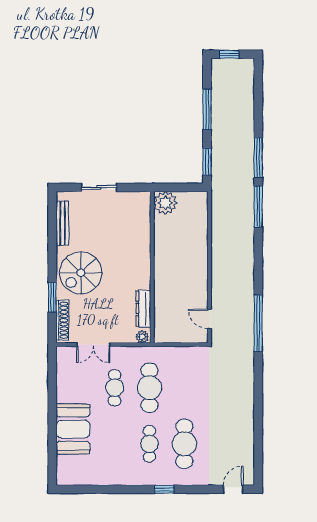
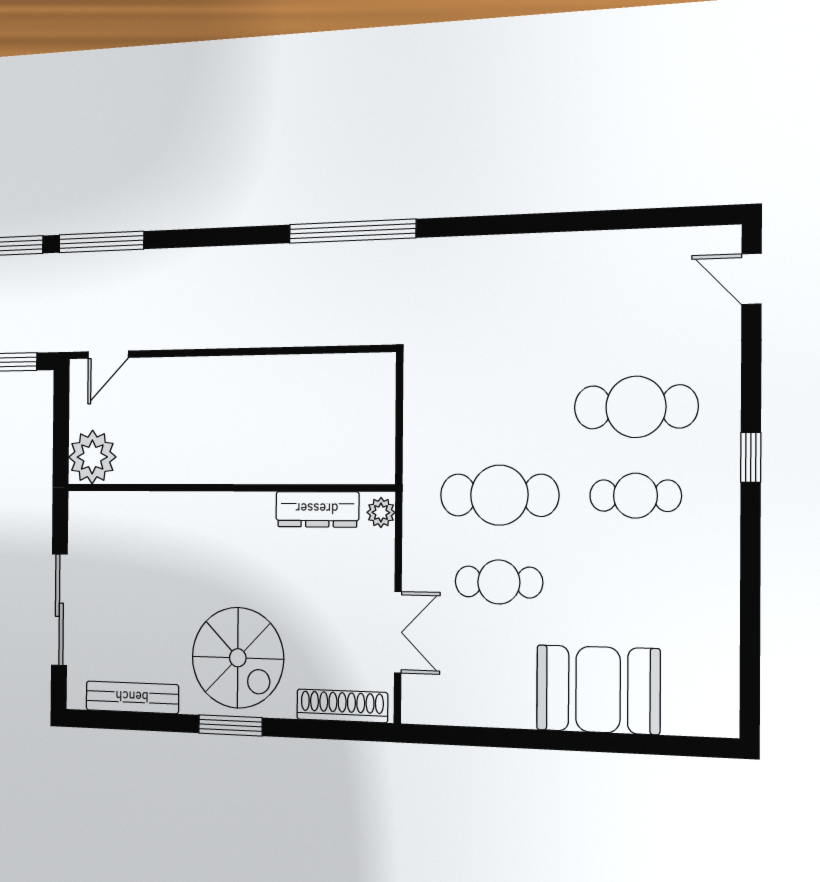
sliding door: (99, 187) -> (59, 610), width x1.37
window: (52, 297) -> (230, 725), moved
door: (209, 319) -> (108, 355), moved

